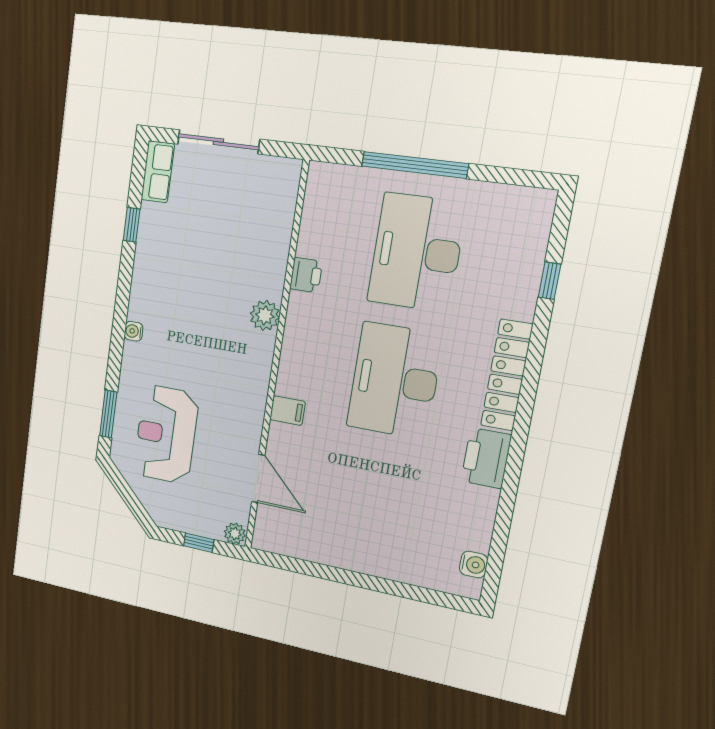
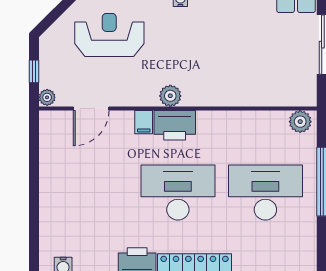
plant: (321, 187) -> (300, 122), added
printer: (306, 275) -> (175, 125), moved, width x1.87, depth x1.48
plant: (265, 316) -> (170, 96), moved

